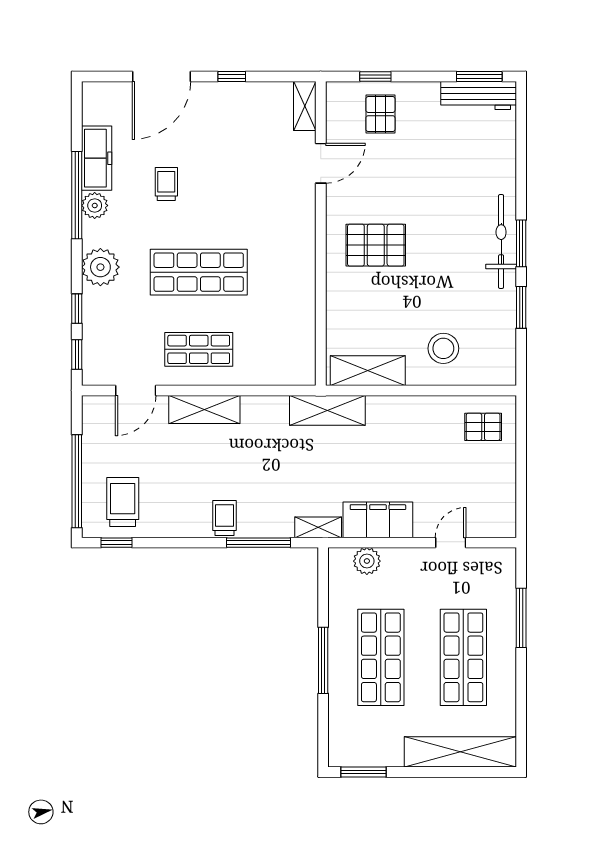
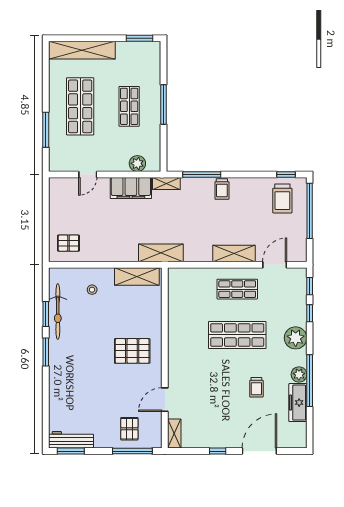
window: (375, 76) -> (132, 451), width x2.17
bicycle: (501, 241) -> (58, 312), moved
stool: (443, 348) -> (92, 290), width x0.53, depth x0.53
shop shelf: (381, 657) -> (129, 106), width x0.70, depth x0.74

